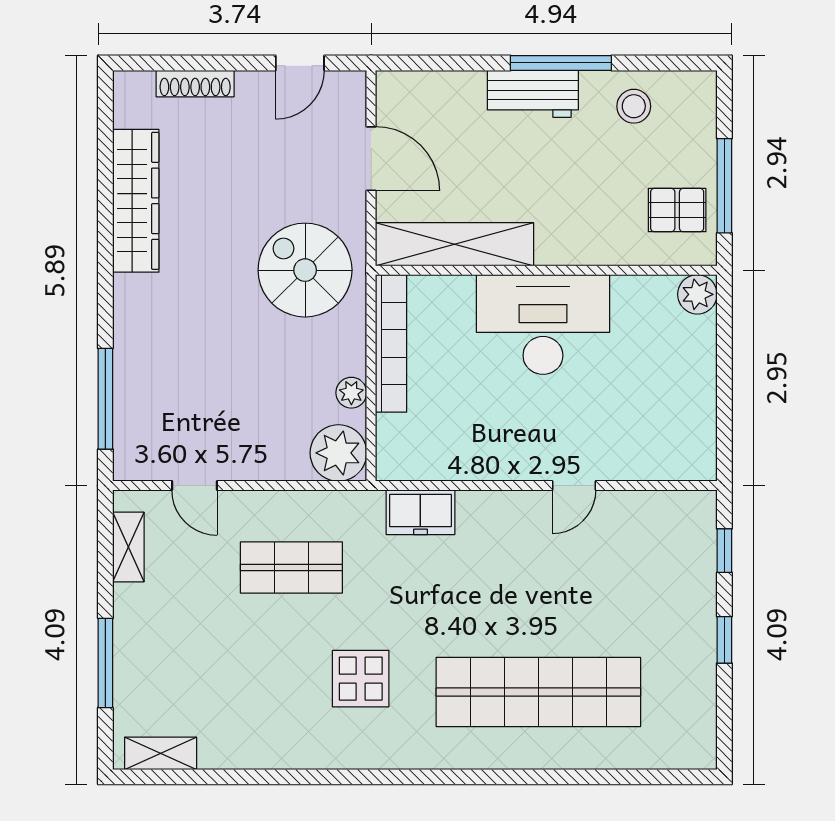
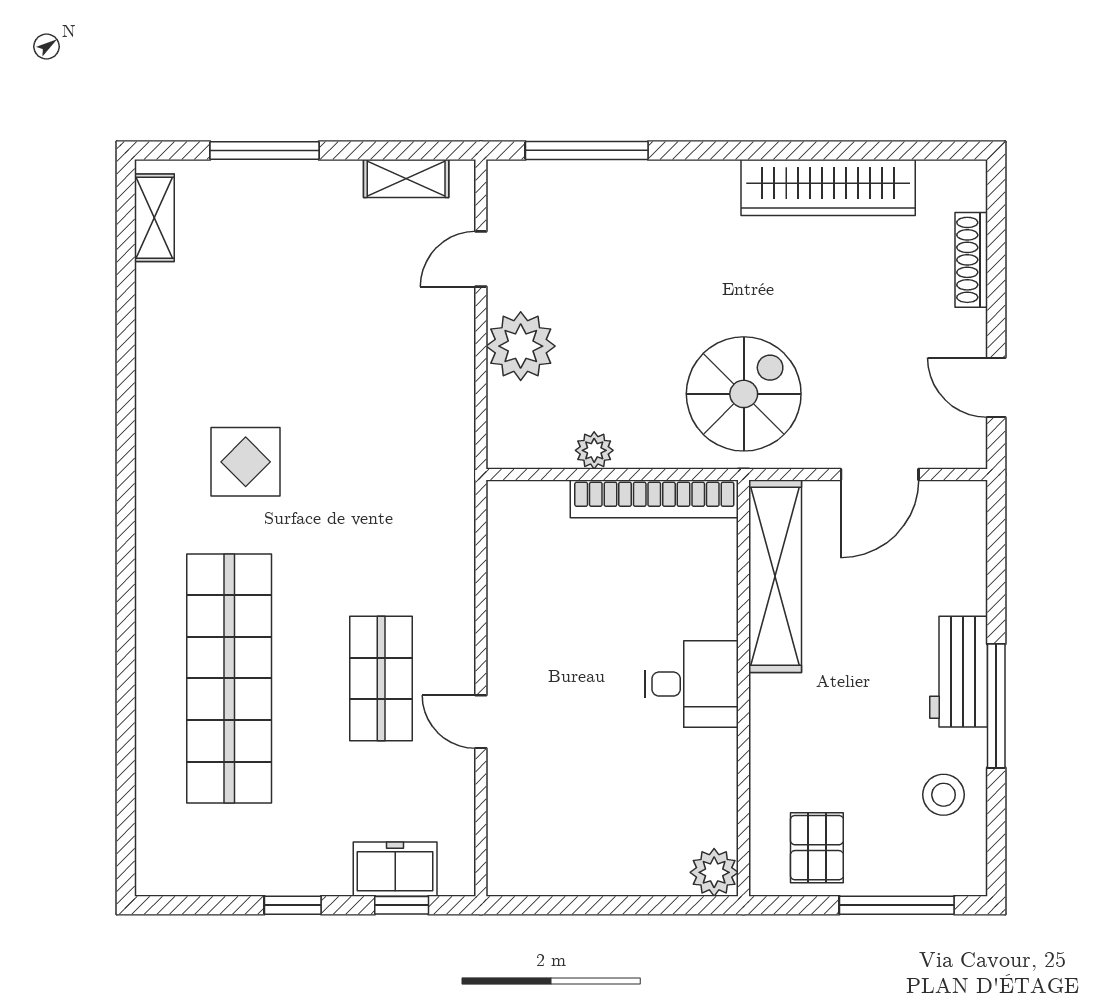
window: (724, 186) -> (897, 905), moved
desk: (543, 325) -> (691, 684), width x0.53, depth x0.77
plant: (338, 453) -> (521, 346), moved
freezer: (420, 512) -> (395, 869), moved, turned 90
shop shelf: (291, 568) -> (381, 678), moved

